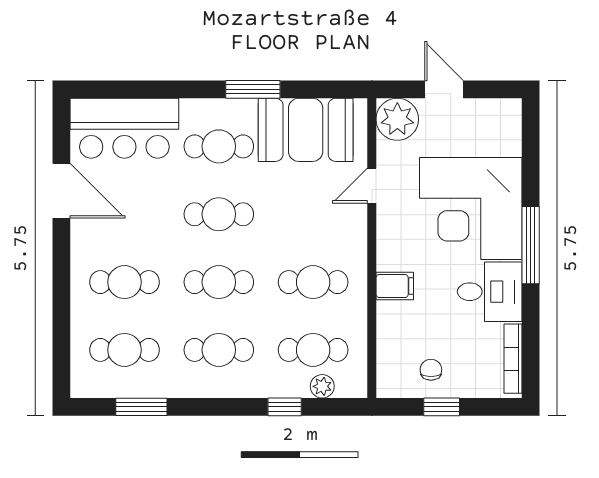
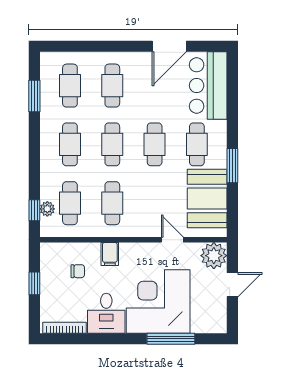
window: (531, 245) -> (171, 339), moved
chair: (431, 370) -> (78, 271), moved
window: (285, 407) -> (34, 210), moved

